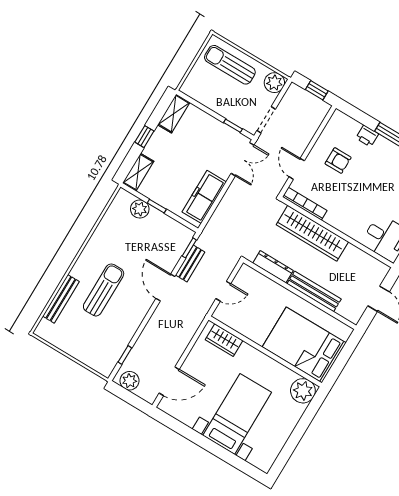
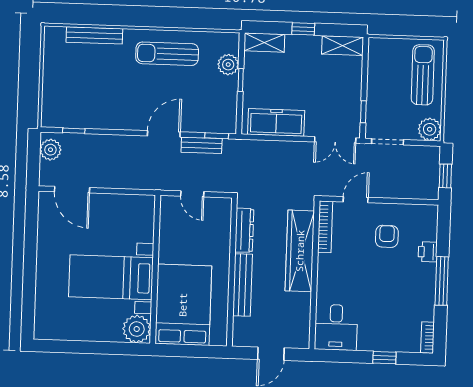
armchair: (338, 161) -> (387, 236), turned 180
sun lounger: (104, 290) -> (167, 54), moved, turned 180
wardrobe: (224, 340) -> (144, 222), removed
bed with nightstands: (237, 414) -> (111, 277), moved, turned 180

